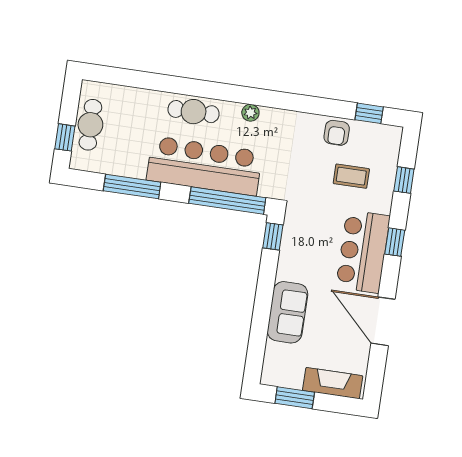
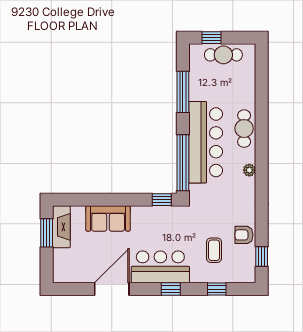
fireplace: (333, 383) -> (61, 227), moved

